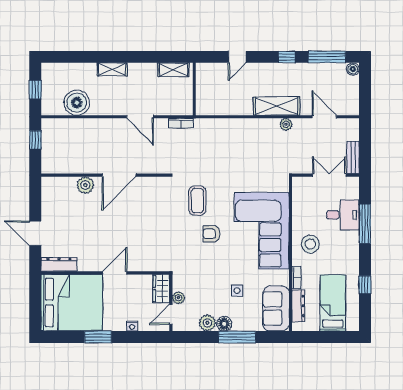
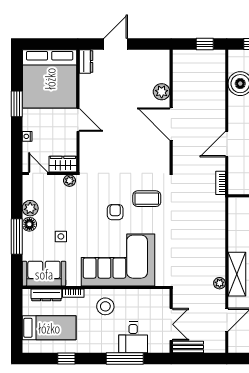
dresser: (59, 264) -> (86, 61), width x0.70
plant: (179, 298) -> (69, 181), moved

